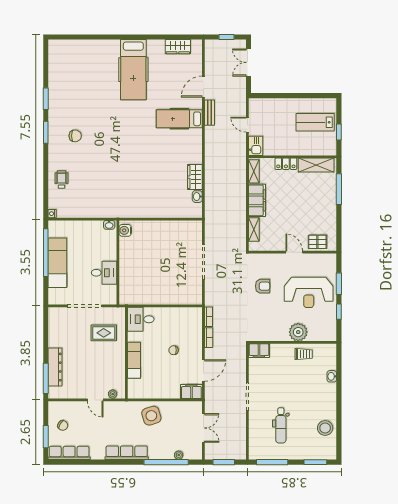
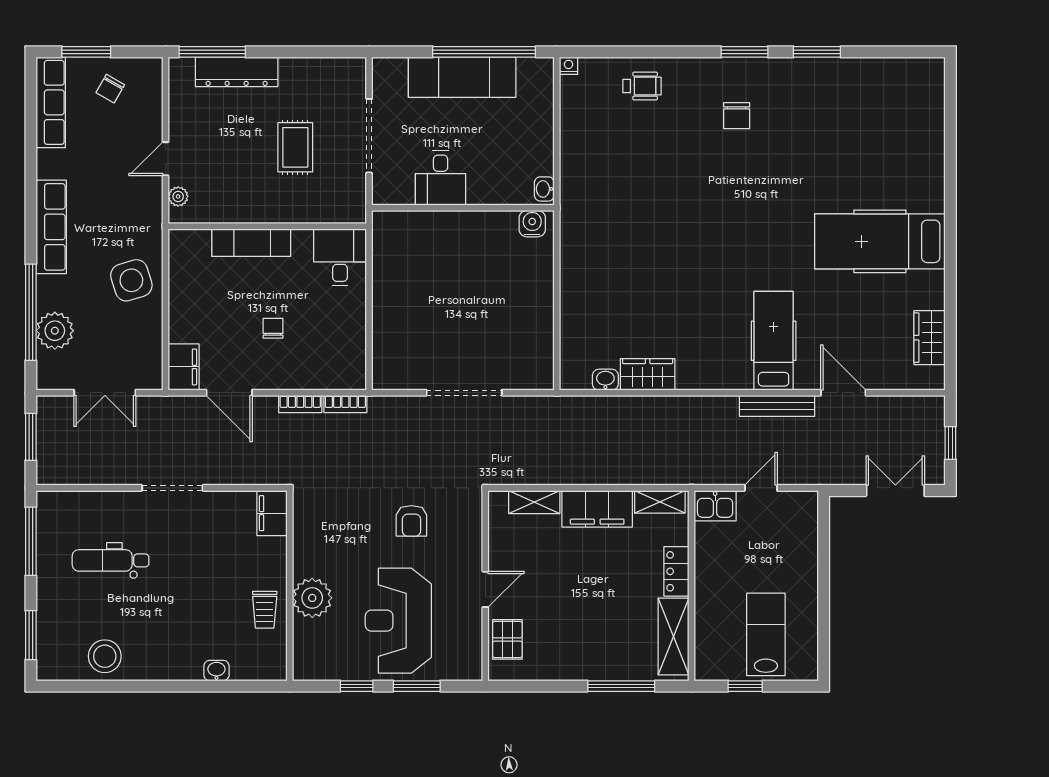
bench: (209, 113) -> (777, 406), width x1.36
rug: (104, 333) -> (295, 147), moved
plant: (179, 455) -> (55, 331), width x1.87, depth x1.87

